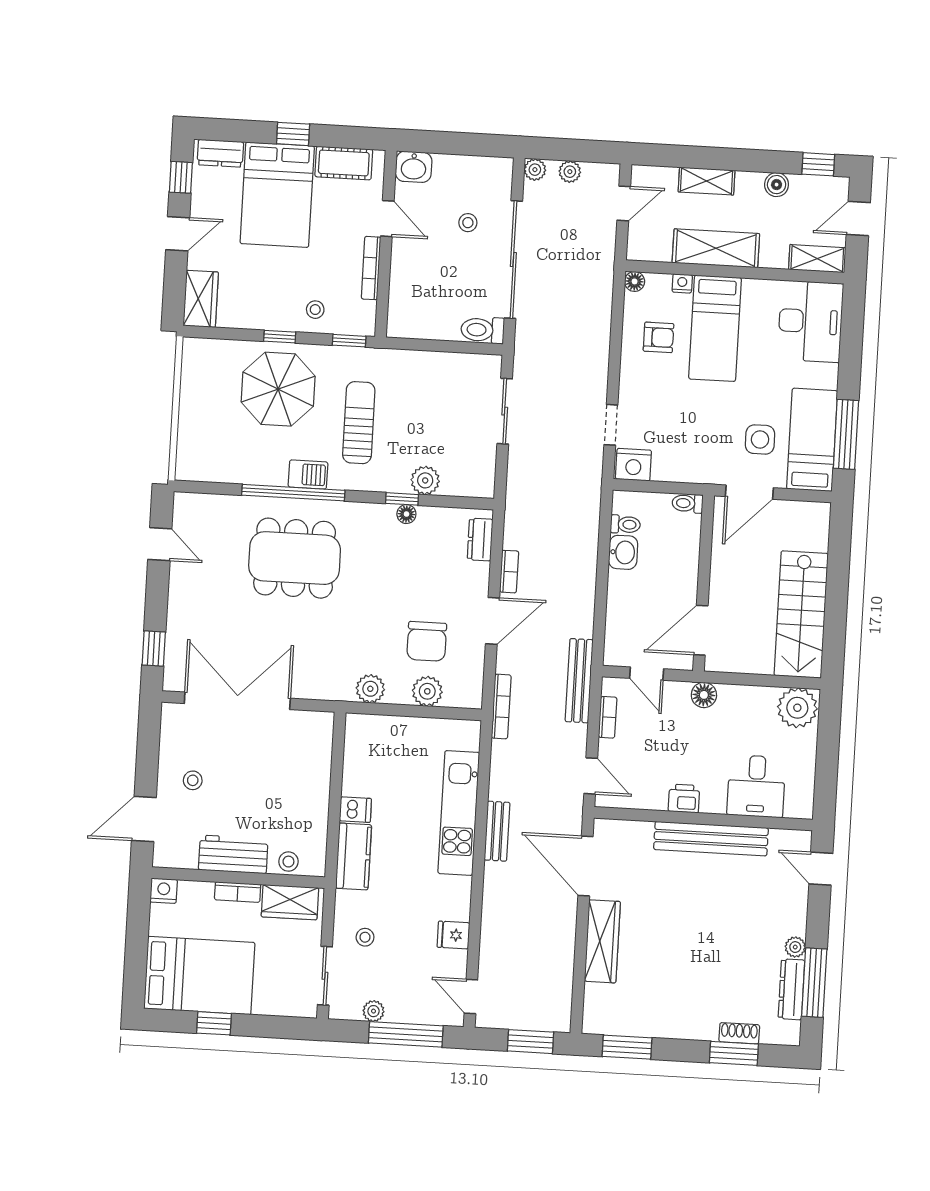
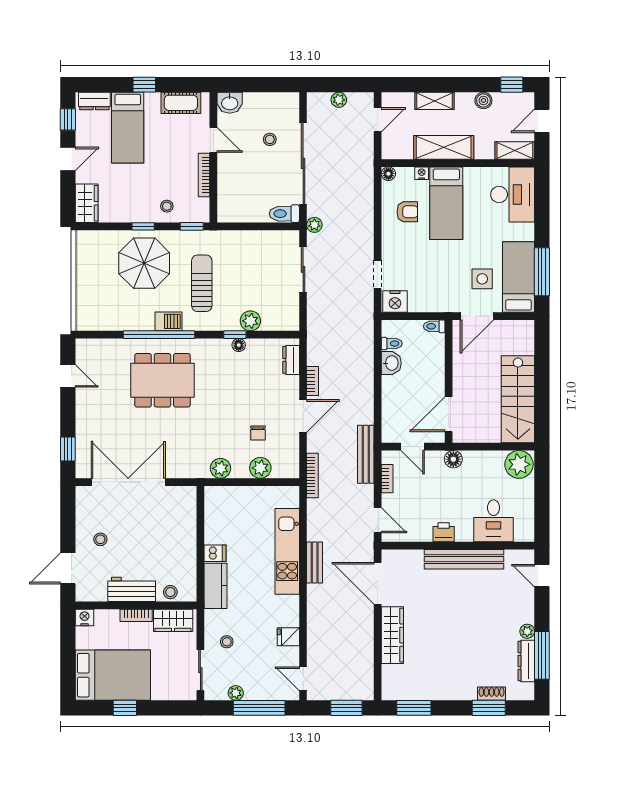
plant: (535, 170) -> (314, 225), moved
bed: (277, 195) -> (128, 128), width x0.67
chair: (427, 641) -> (258, 433), width x0.54, depth x0.54

